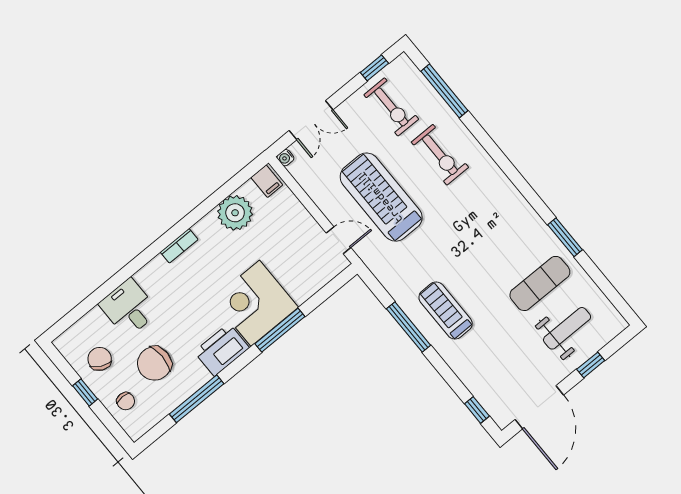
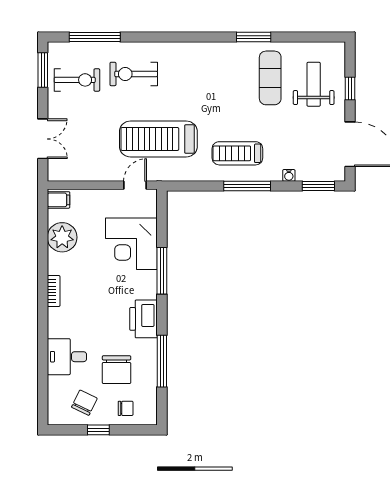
window: (374, 68) -> (43, 70), width x1.50
exercise bike: (440, 155) -> (134, 74), turned 180
water cooler: (285, 158) -> (289, 175), moved
treadmill: (381, 197) -> (158, 139), moved
corner desk: (255, 303) -> (131, 244), moved
window: (409, 327) -> (247, 186), moved
chair: (100, 359) -> (84, 403), turned 90
window: (477, 410) -> (318, 186), width x1.50

